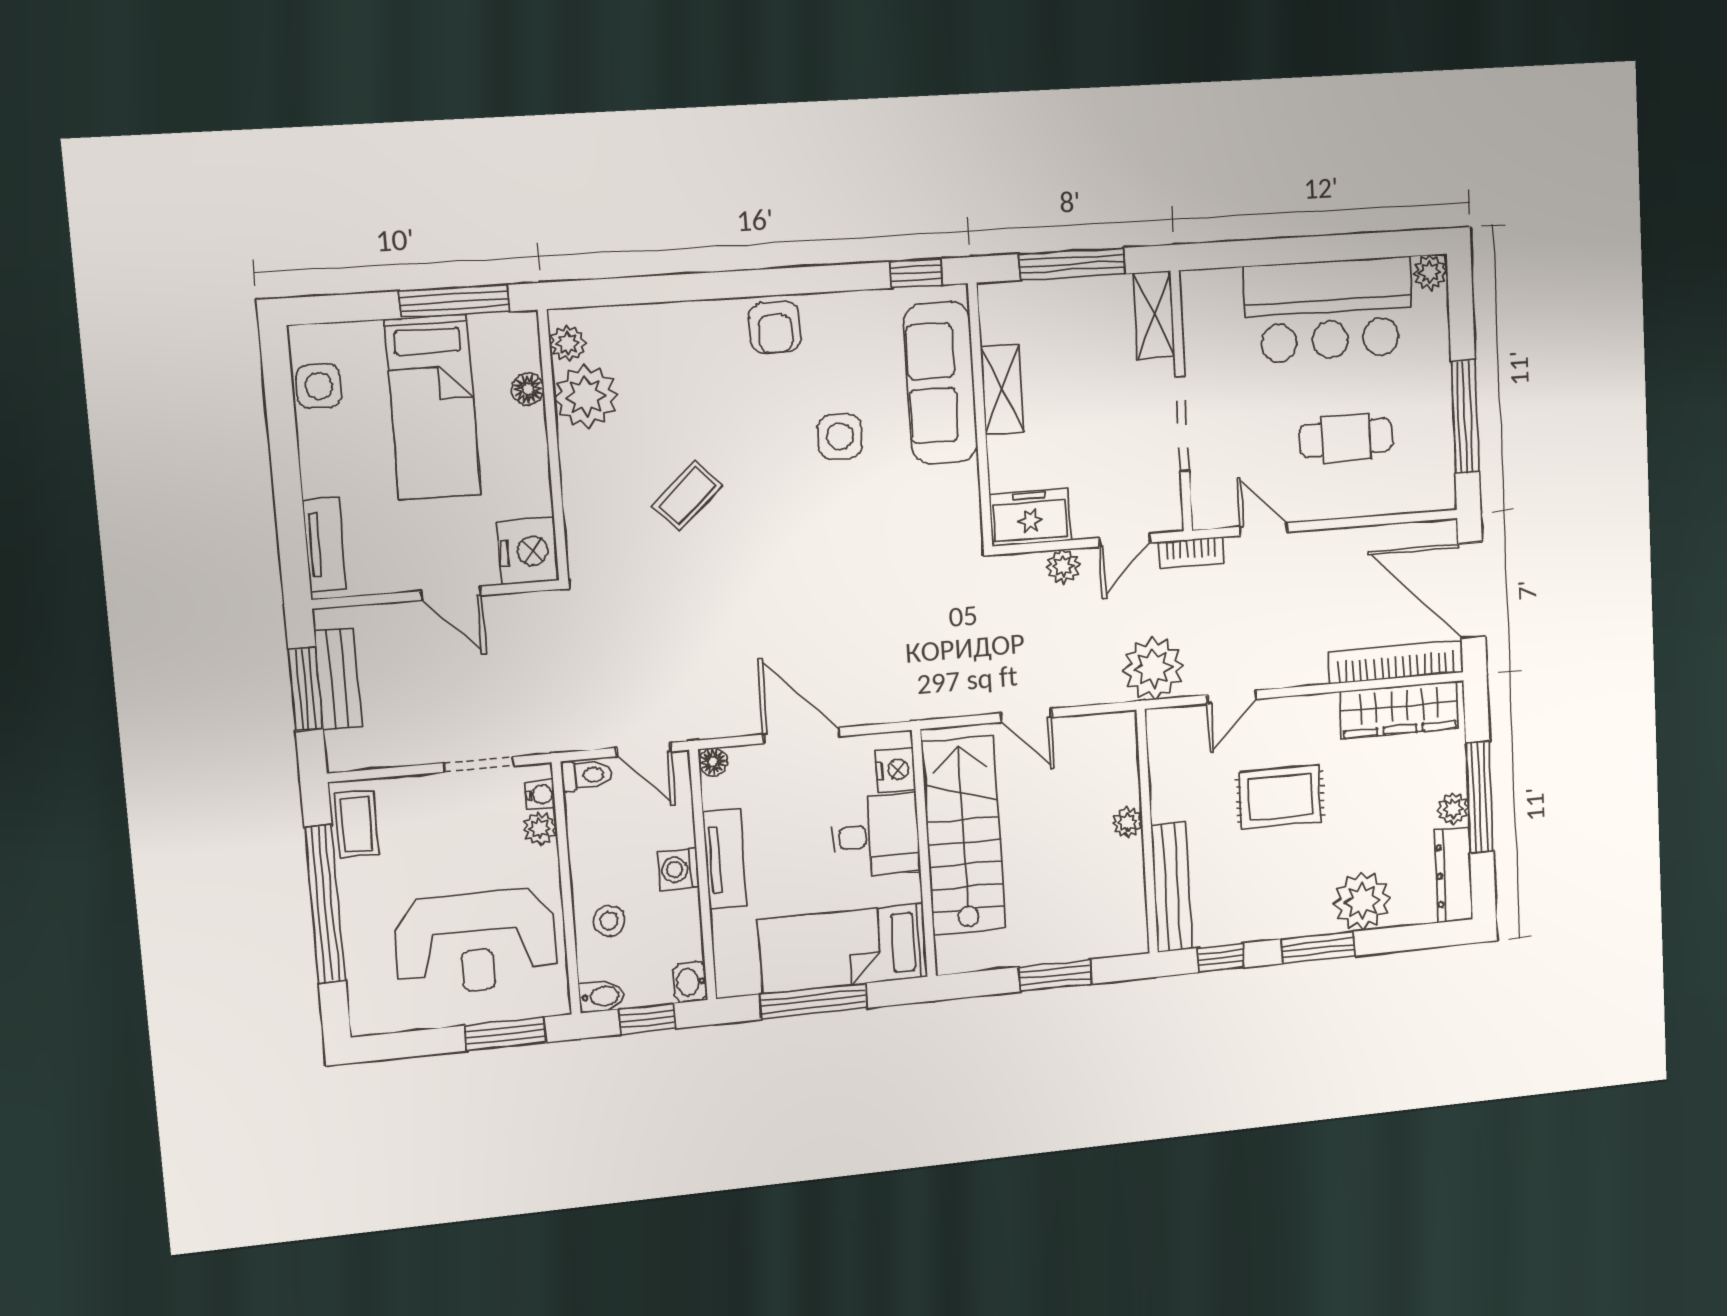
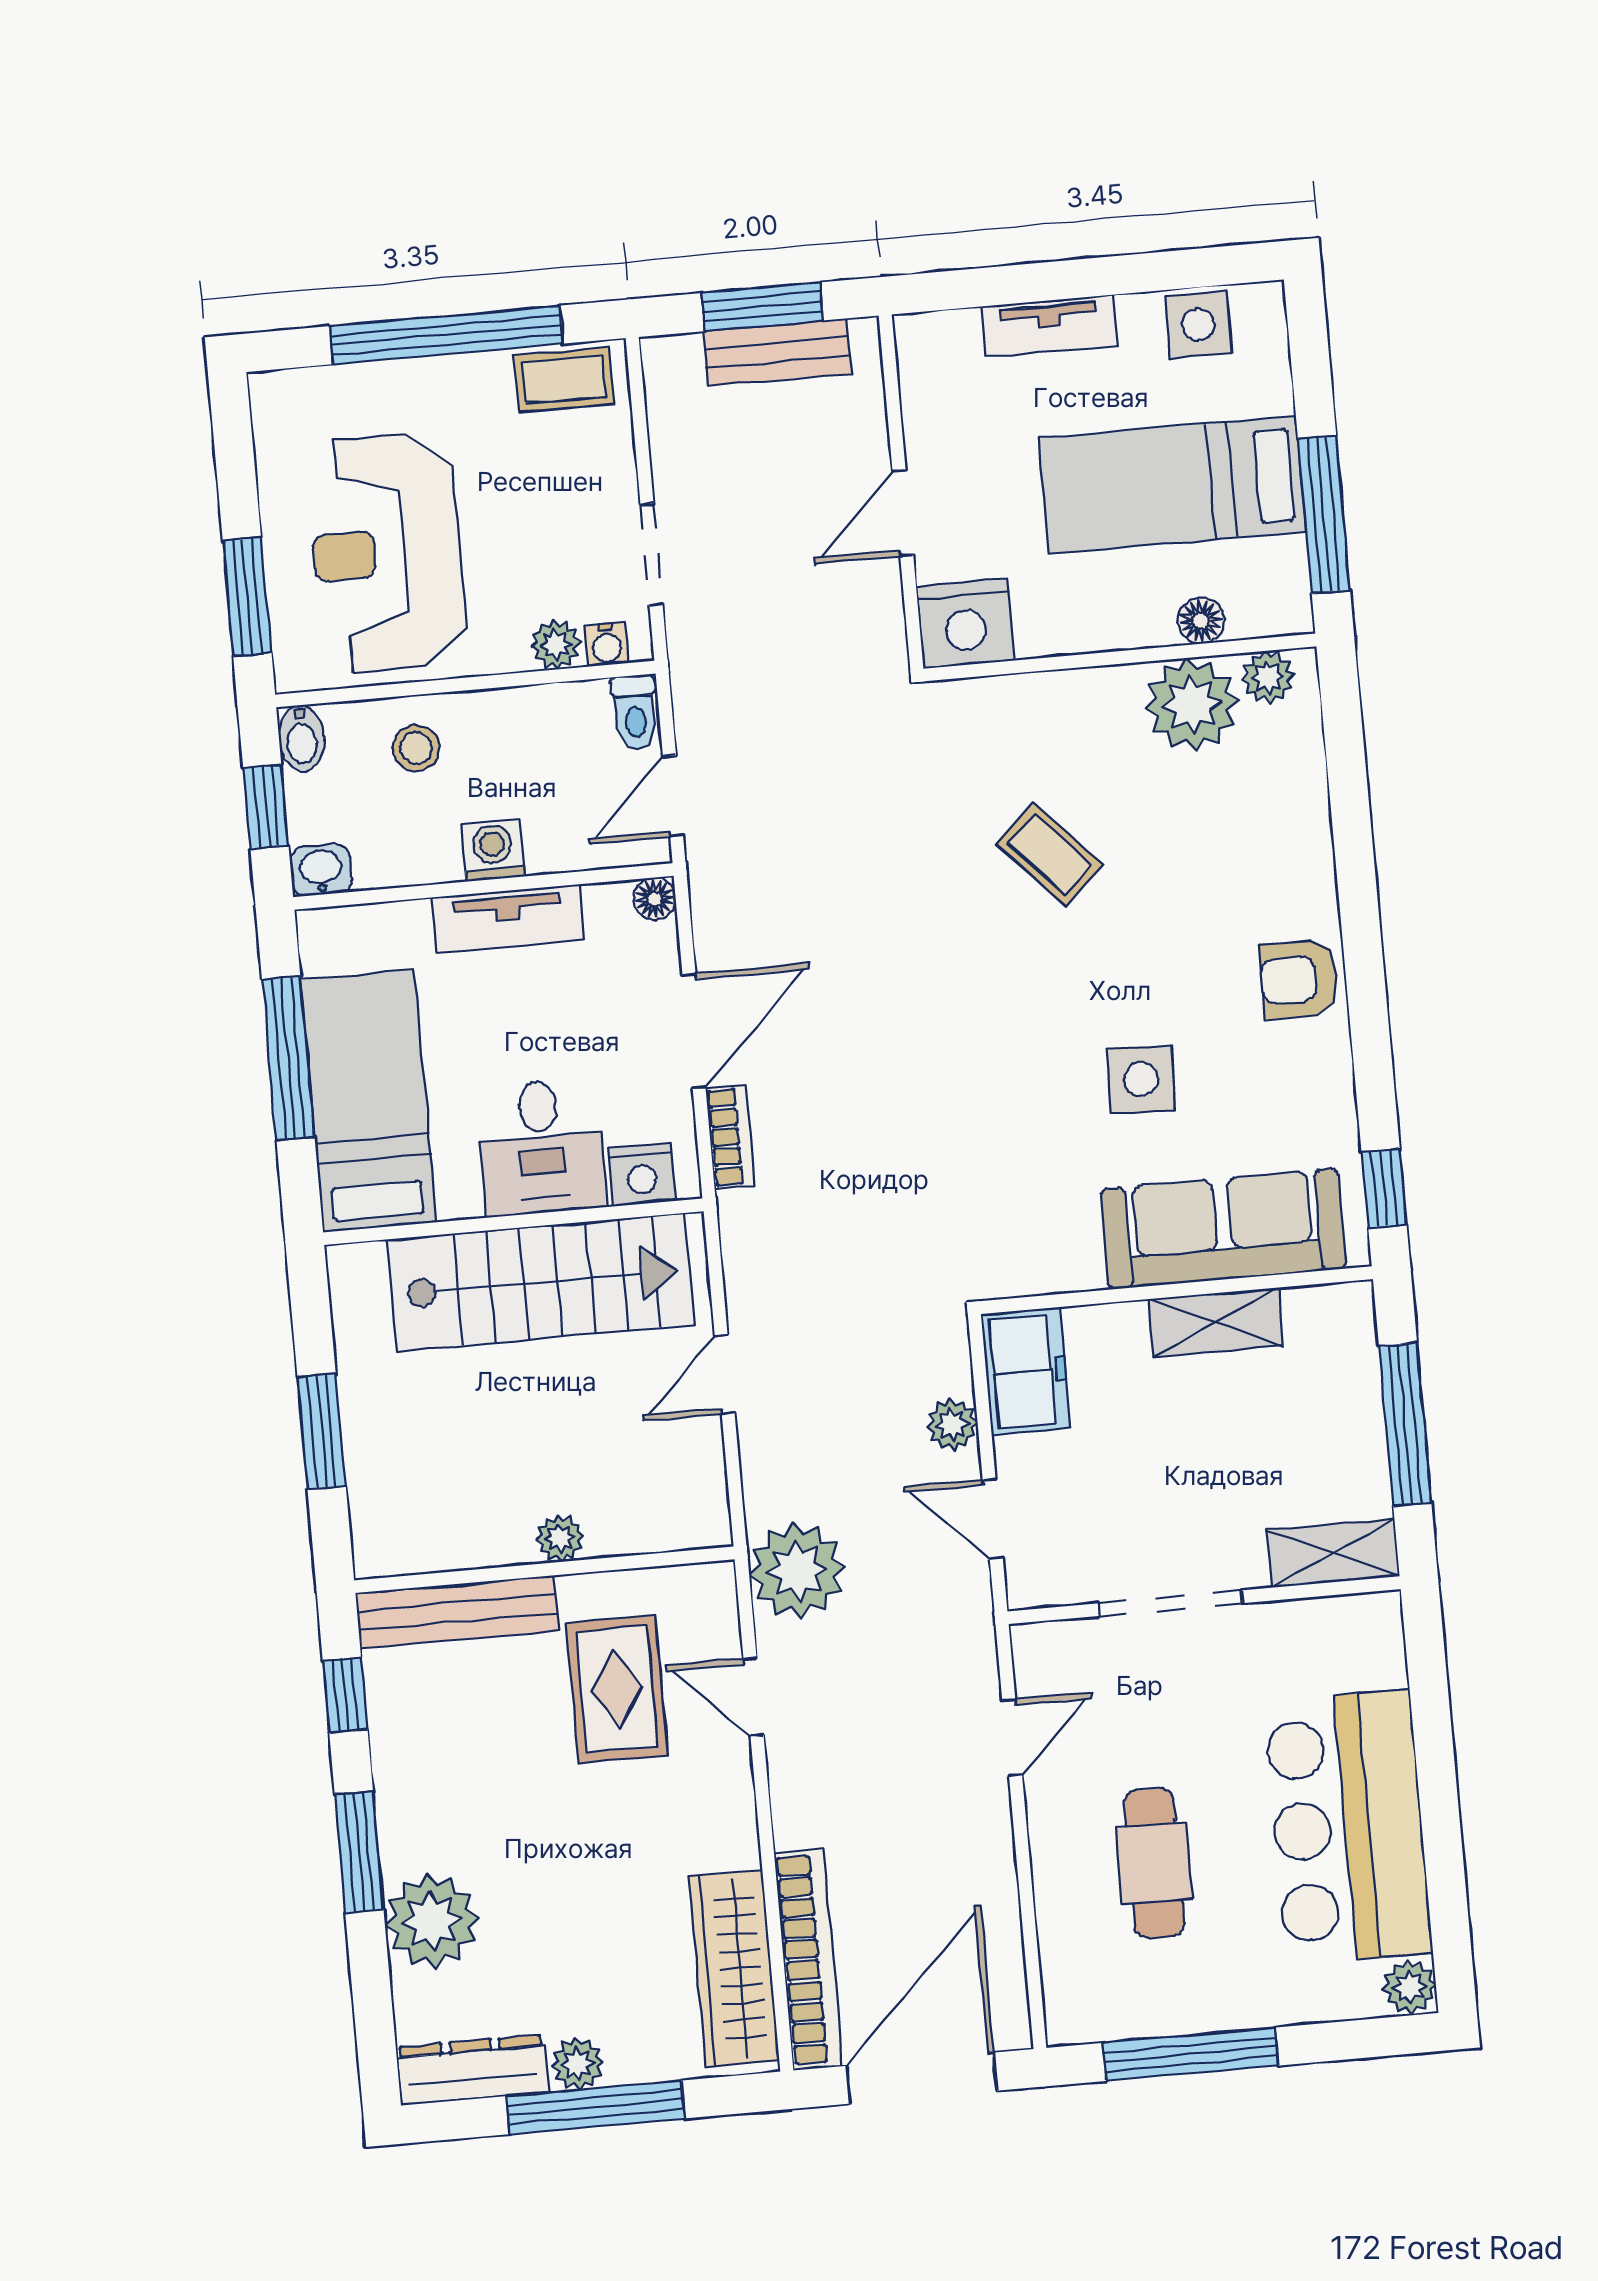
tv unit: (324, 544) -> (1049, 326), moved
bookcase: (1191, 552) -> (730, 1137), moved, turned 180
rug: (1280, 797) -> (617, 1689), moved

